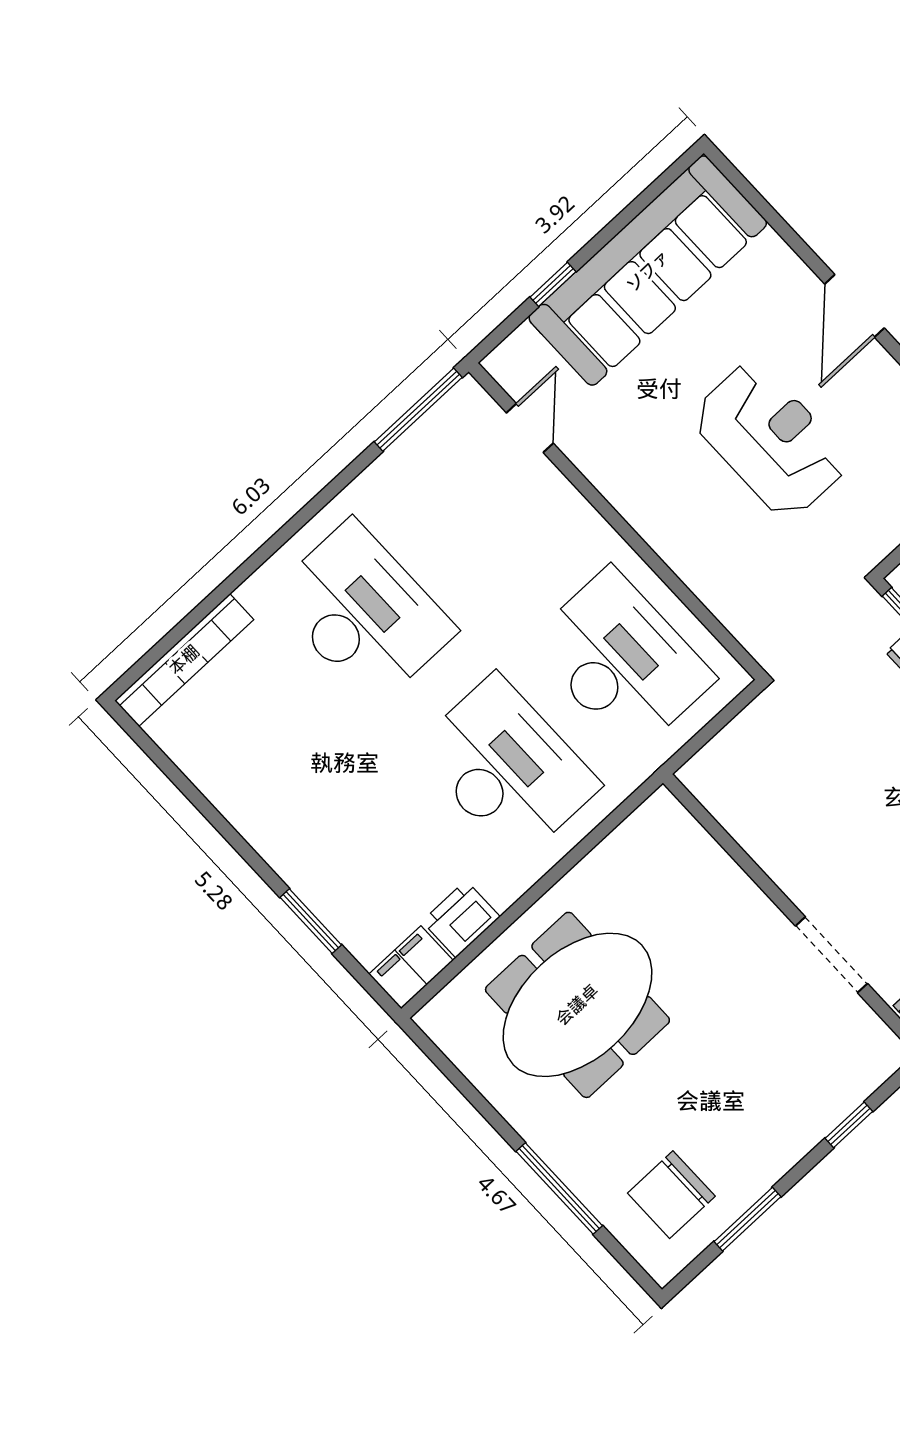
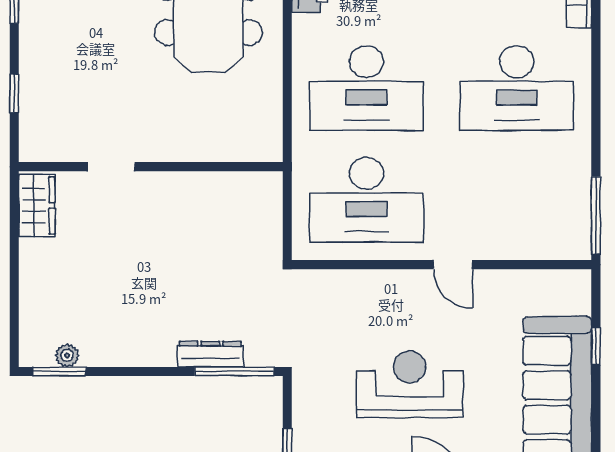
door: (530, 428) -> (453, 265), moved
reception desk: (770, 440) -> (410, 384), turned 180
doorway: (831, 955) -> (111, 167), width x0.73

